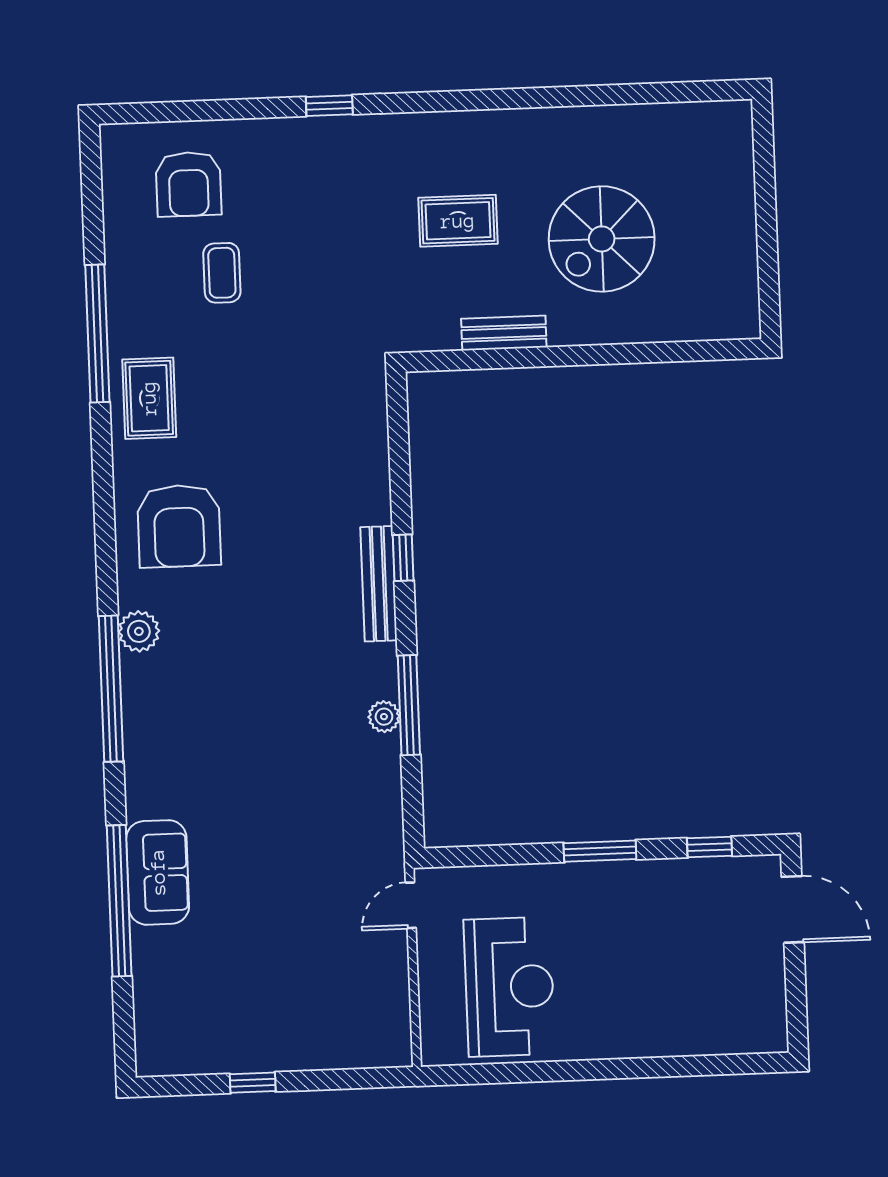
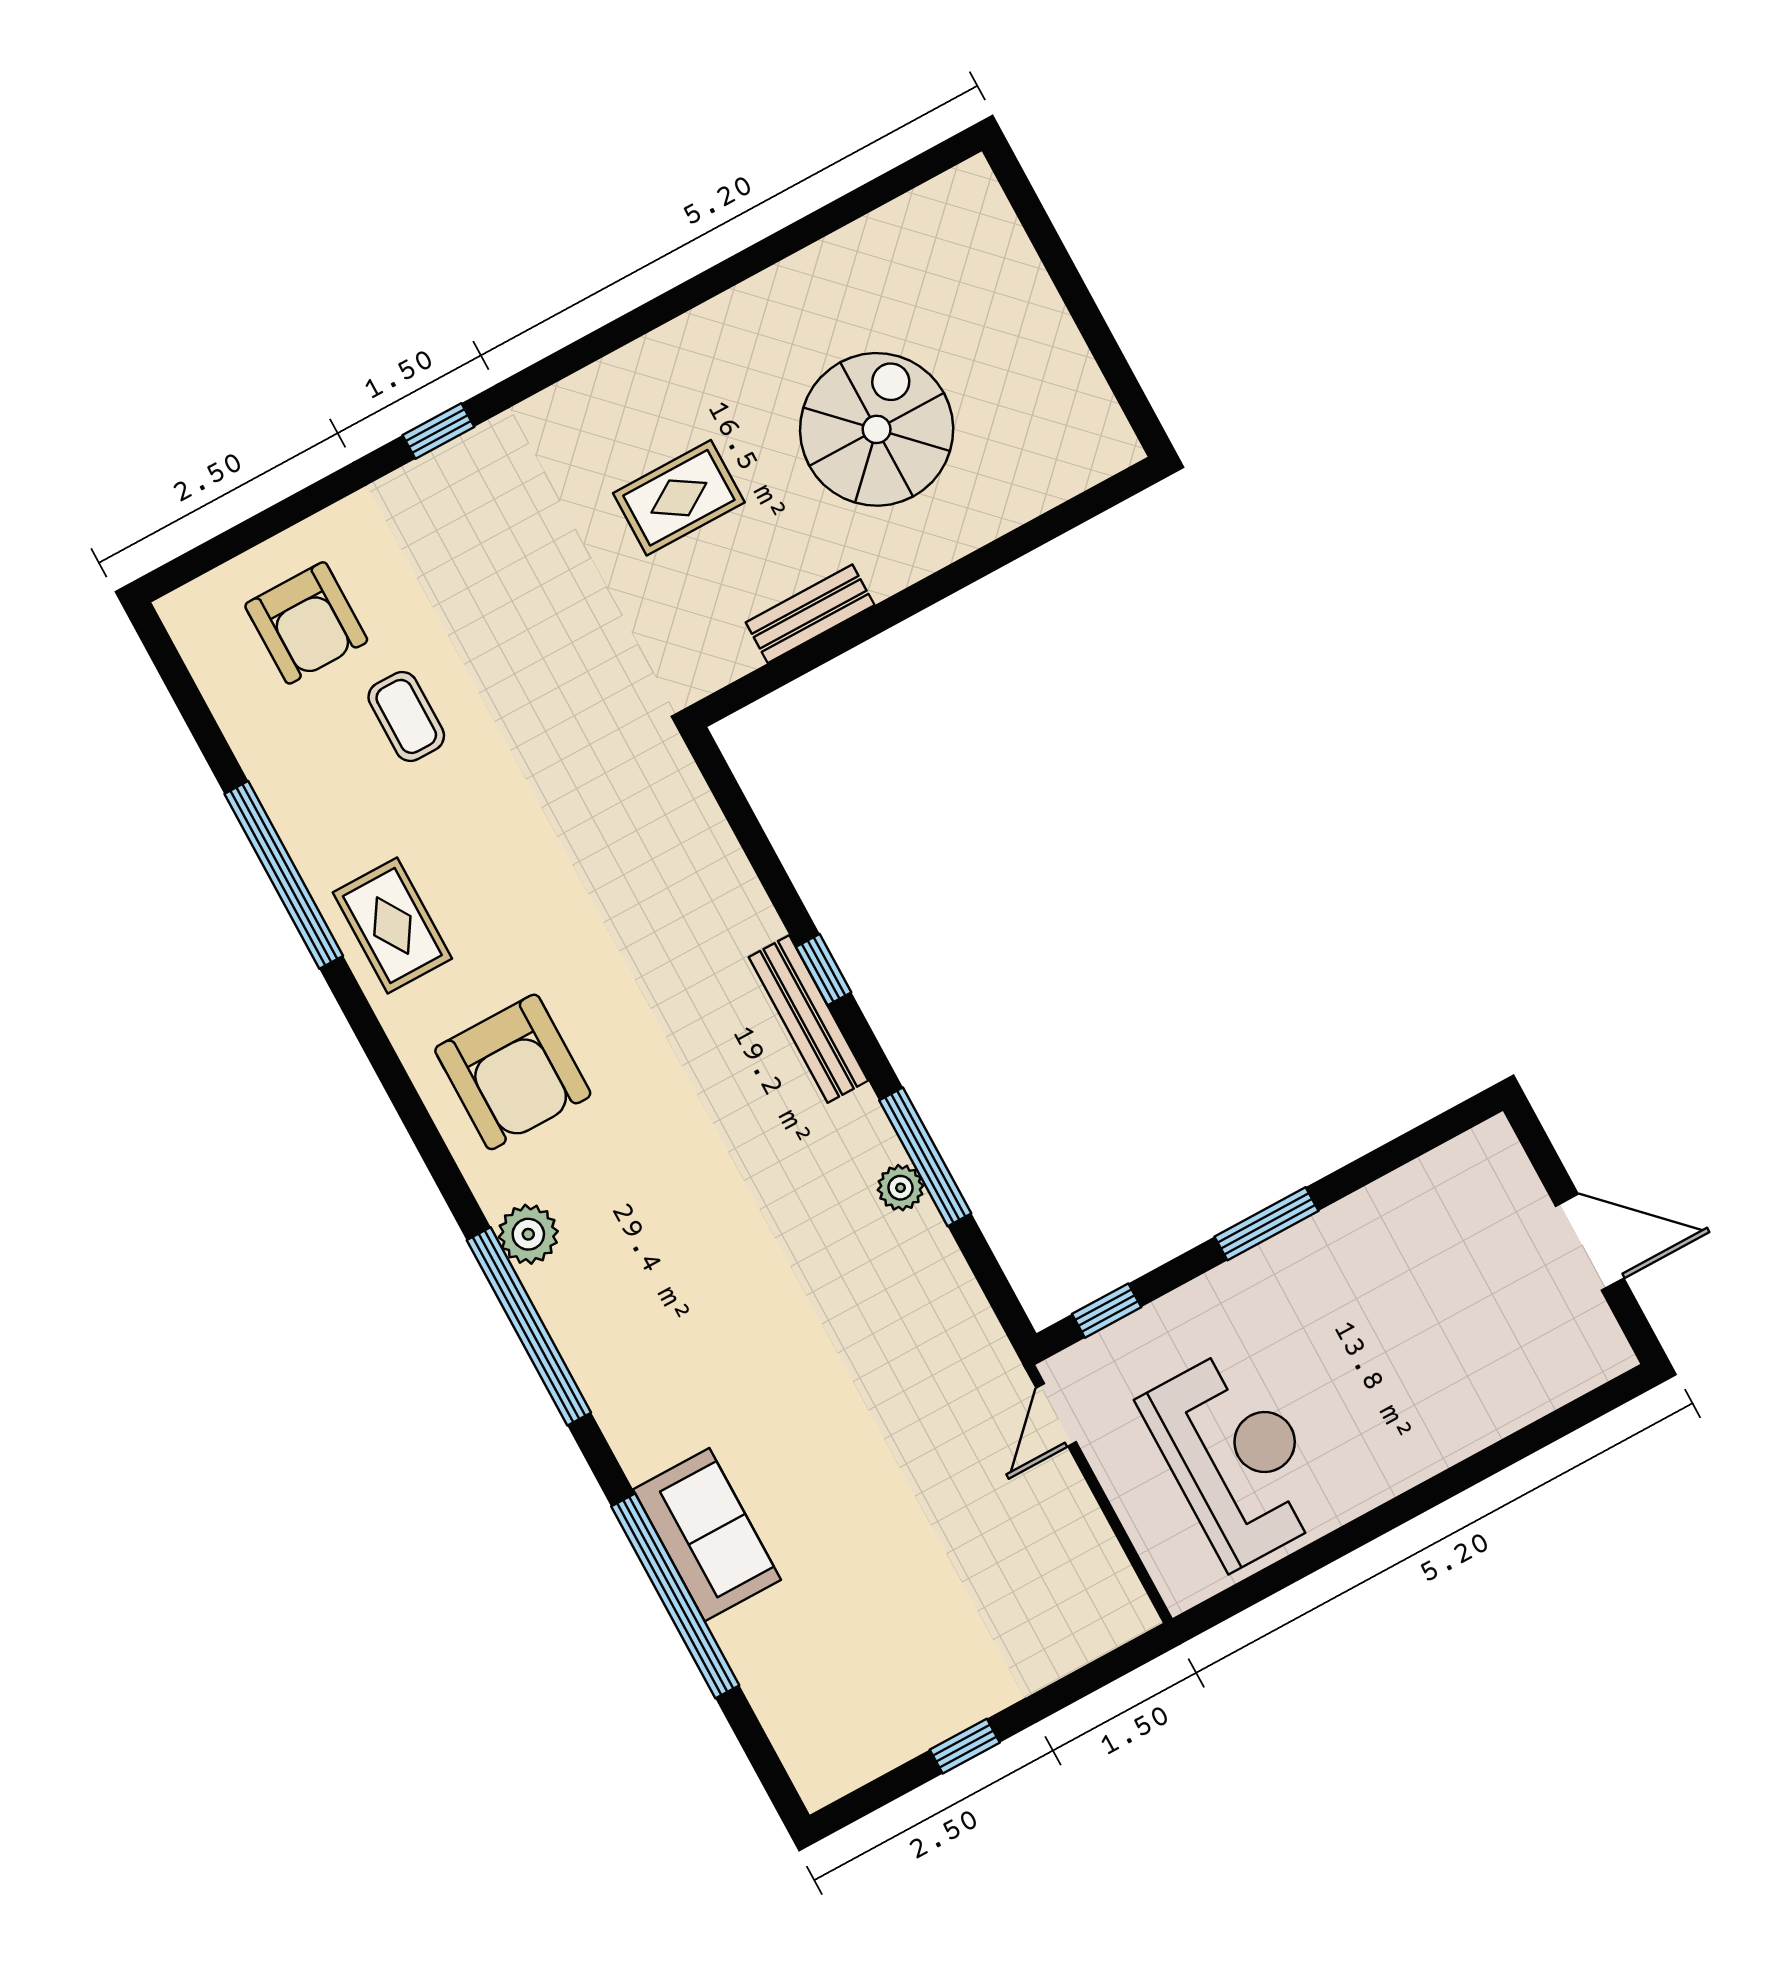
spiral stairs: (602, 239) -> (877, 429), turned 180
window: (710, 847) -> (1107, 1311), moved
door: (793, 909) -> (1590, 1242), moved

